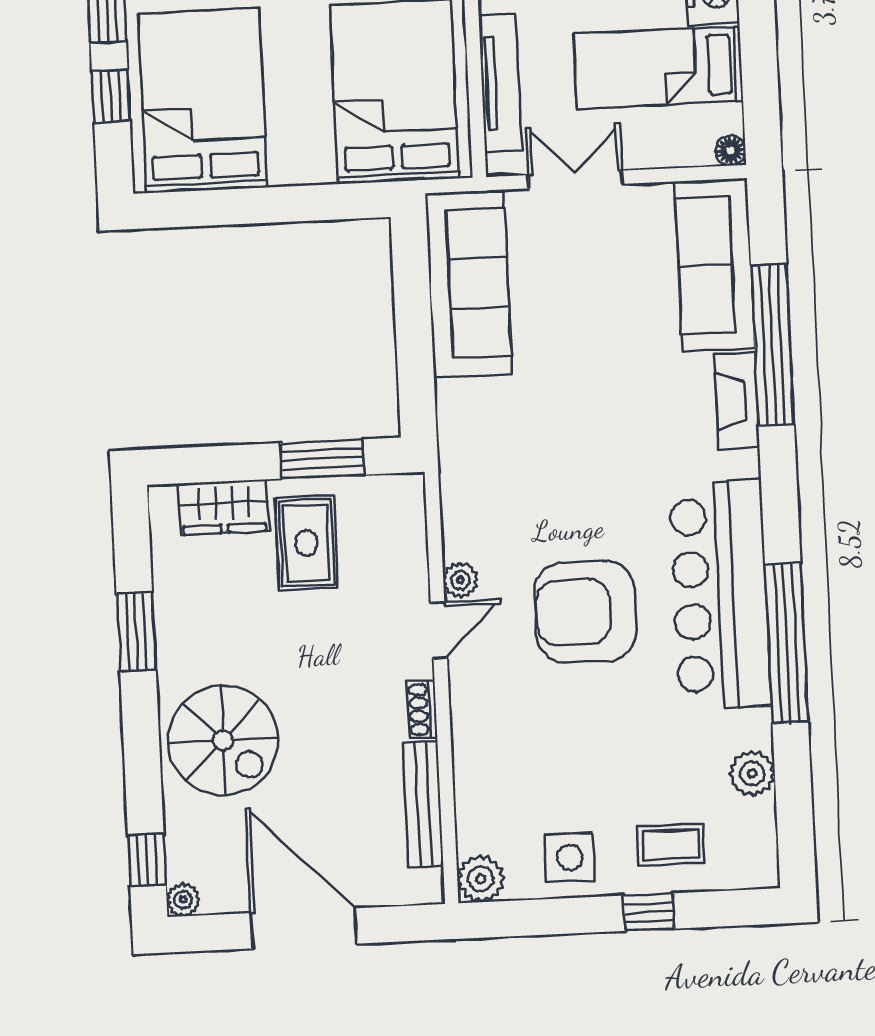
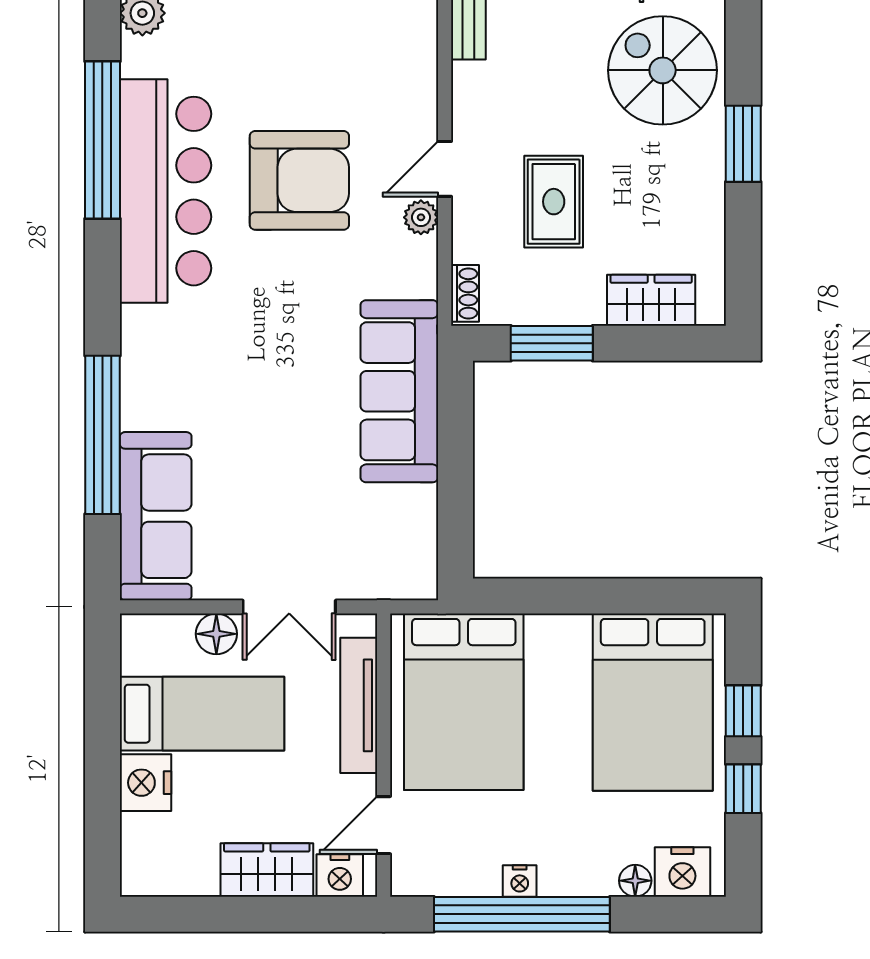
floor lamp: (730, 150) -> (216, 634), moved, width x1.37, depth x1.37
sofa: (468, 284) -> (399, 391), moved
fireplace: (737, 401) -> (140, 381), removed
rug: (307, 543) -> (554, 202), moved
window: (136, 632) -> (743, 144), moved
shoe rack: (422, 709) -> (465, 293), moved

